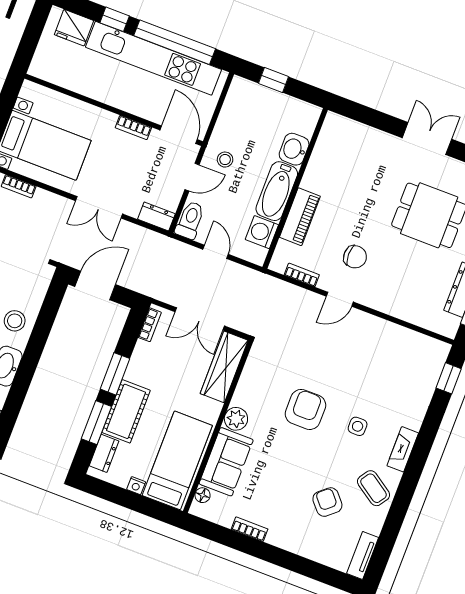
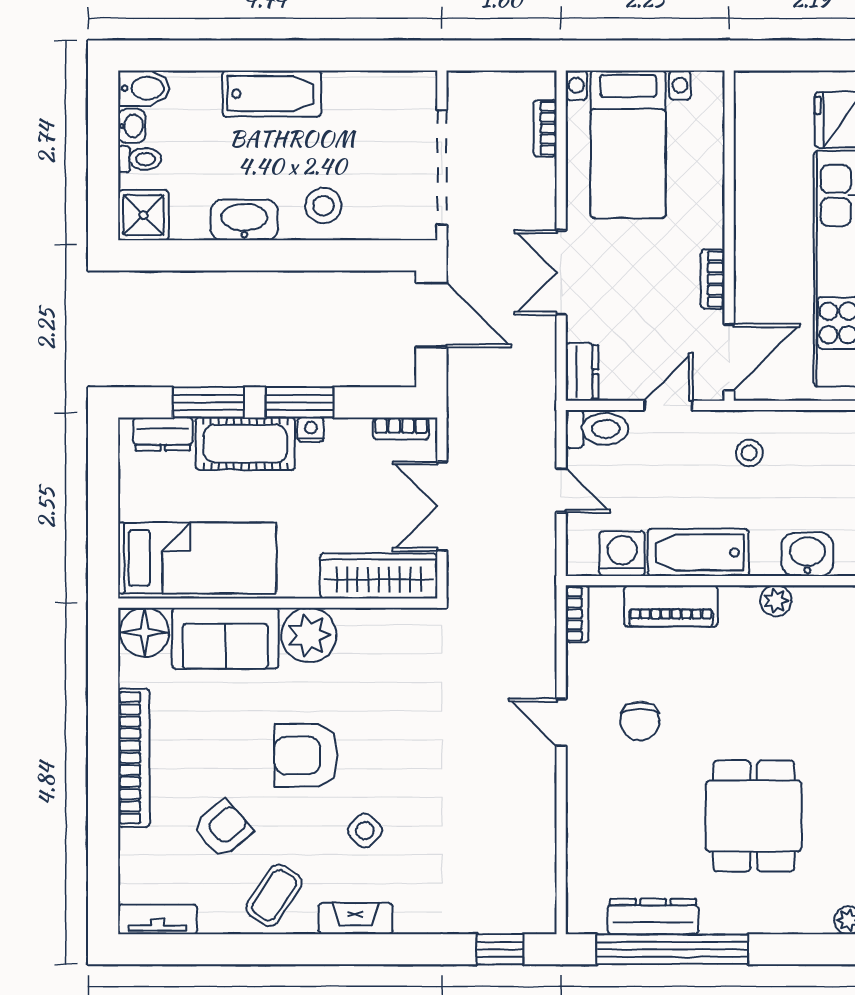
washbasin: (294, 149) -> (807, 554), moved
stool: (225, 160) -> (749, 453), moved
plant: (318, 160) -> (776, 601), added
door: (192, 177) -> (668, 405), swing flipped
door: (216, 252) -> (561, 490), hinge flipped
bookcase: (302, 275) -> (577, 614), moved
armchair: (305, 409) -> (306, 755), moved, turned 180
plant: (236, 419) -> (309, 635), width x1.36, depth x1.36
side table: (358, 426) -> (365, 831), turned 45
nightstand: (136, 486) -> (311, 430), moved, turned 90
floor lamp: (203, 495) -> (144, 632), width x1.89, depth x1.89
bookcase: (250, 529) -> (134, 758), width x2.31, depth x1.31

